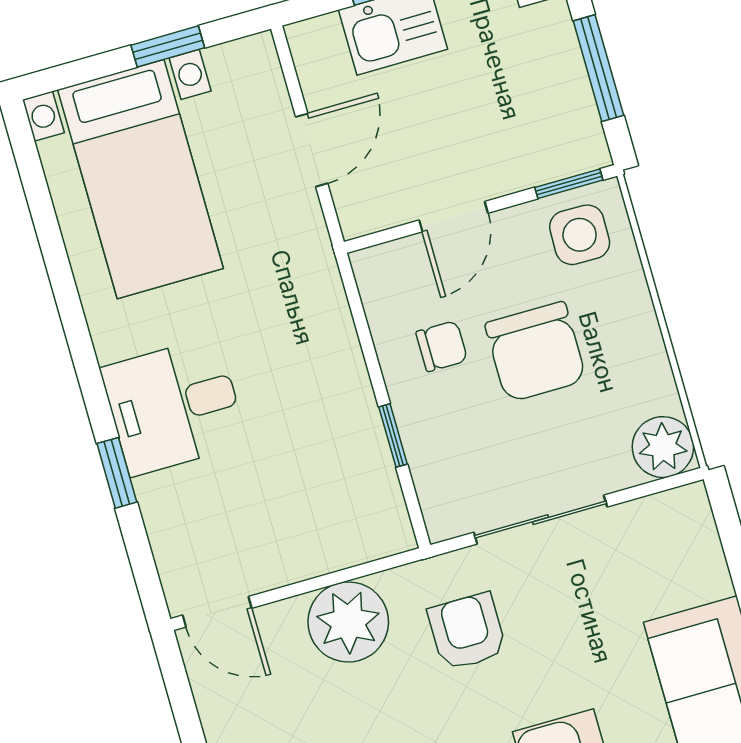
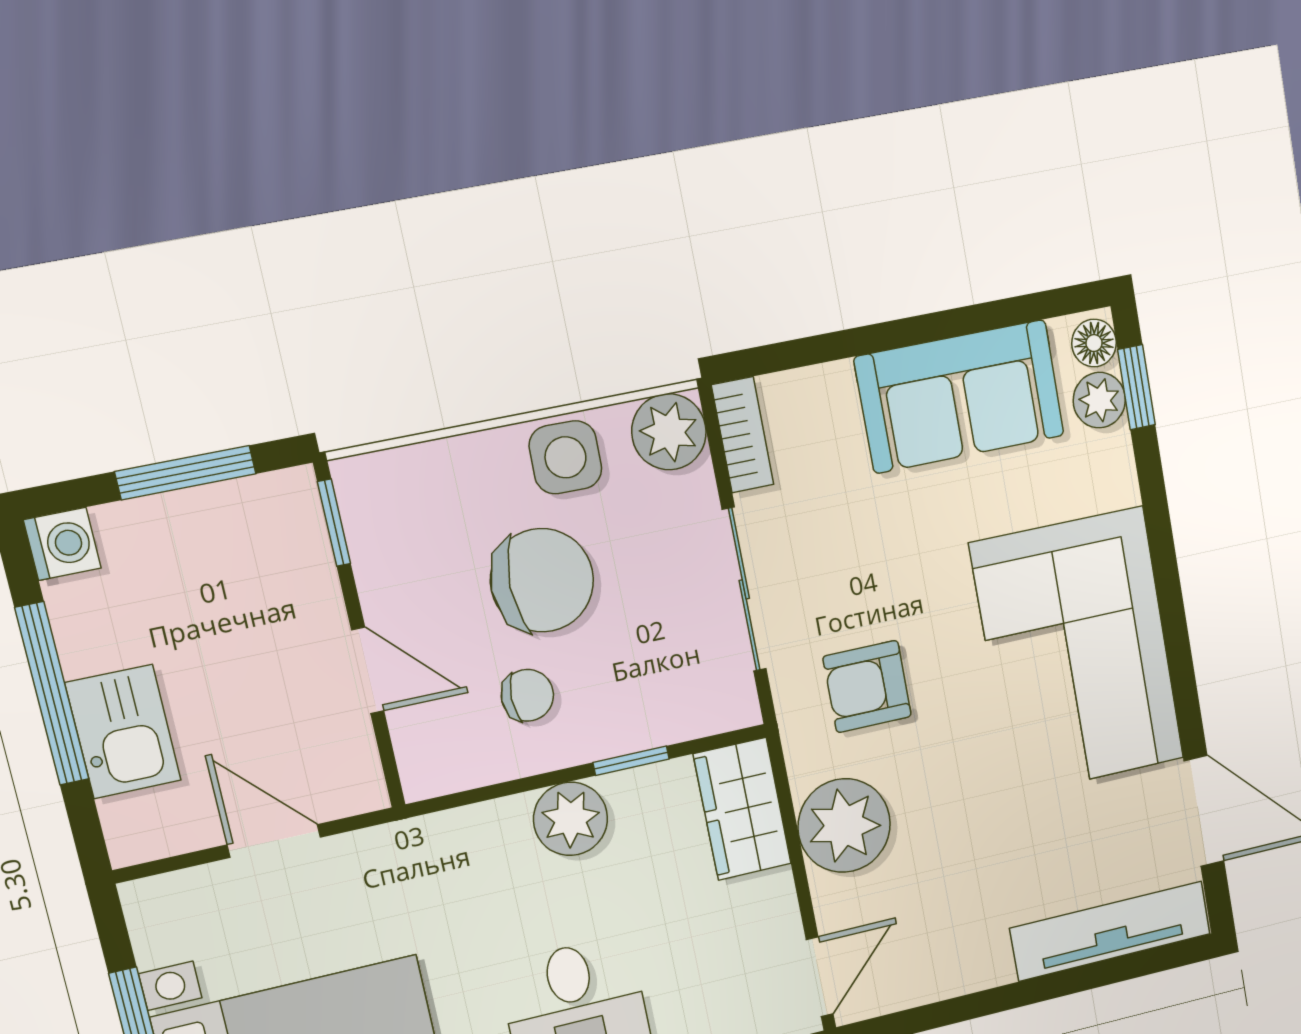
side table: (580, 235) -> (565, 457), moved
chair: (442, 346) -> (527, 695), turned 90
plant: (342, 388) -> (571, 819), added
bookcase: (666, 508) -> (743, 435), added
wardrobe: (358, 533) -> (742, 809), added

